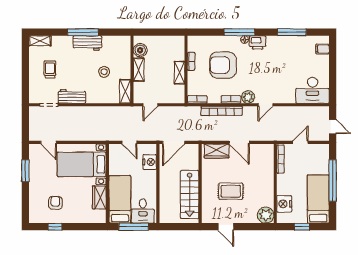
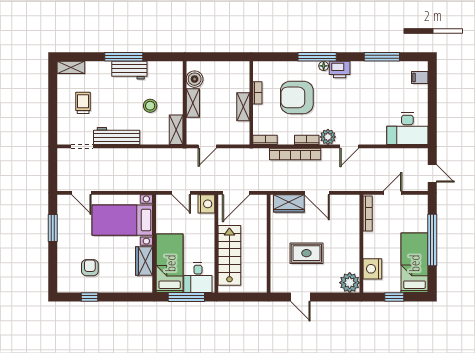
workbench: (72, 96) -> (117, 136), width x1.37
nightstand: (150, 162) -> (206, 204), moved
stairs: (190, 195) -> (229, 255), moved, turned 180

